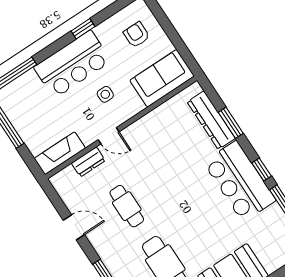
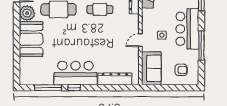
window: (83, 29) -> (201, 46), width x2.17
window: (231, 123) -> (107, 88), removed
door: (109, 136) -> (140, 40), moved

